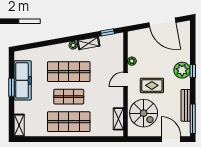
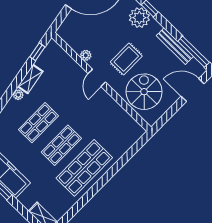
shop shelf: (69, 72) -> (38, 123), width x0.70, depth x0.74
spiral stairs: (144, 113) -> (144, 92), turned -90
shelving: (118, 119) -> (127, 120), removed

